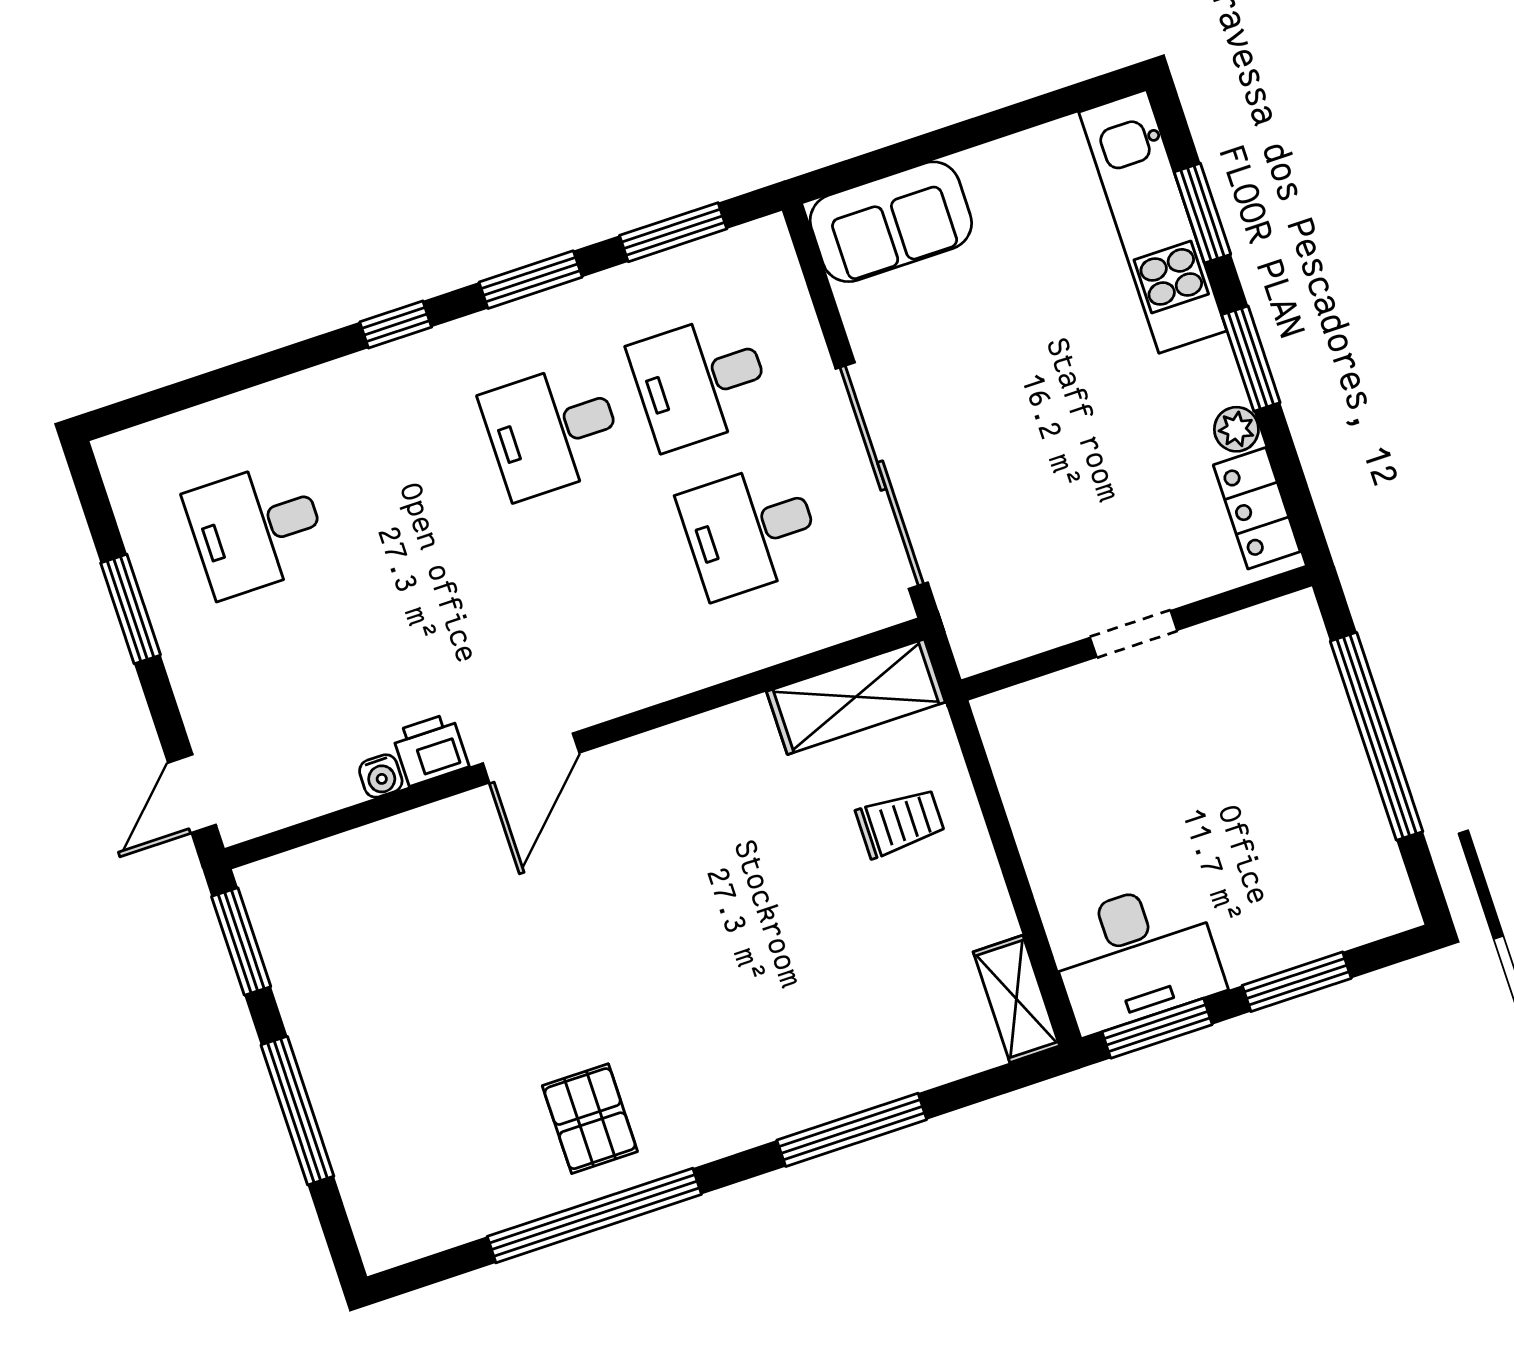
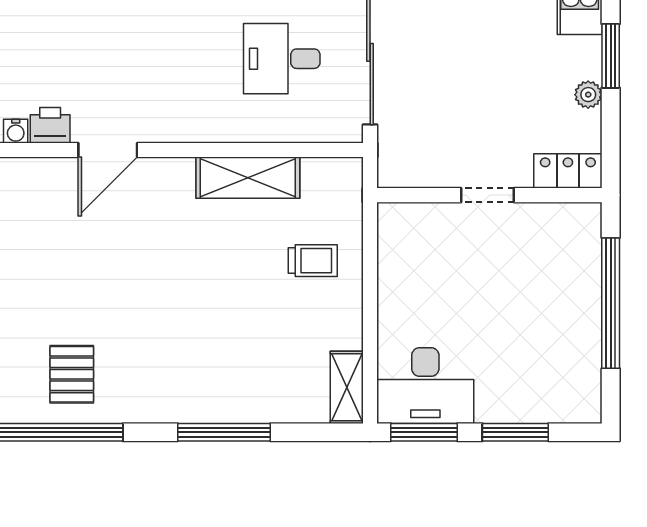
locker: (1257, 508) -> (568, 171), moved, turned 90
shelving: (856, 697) -> (248, 178), moved

